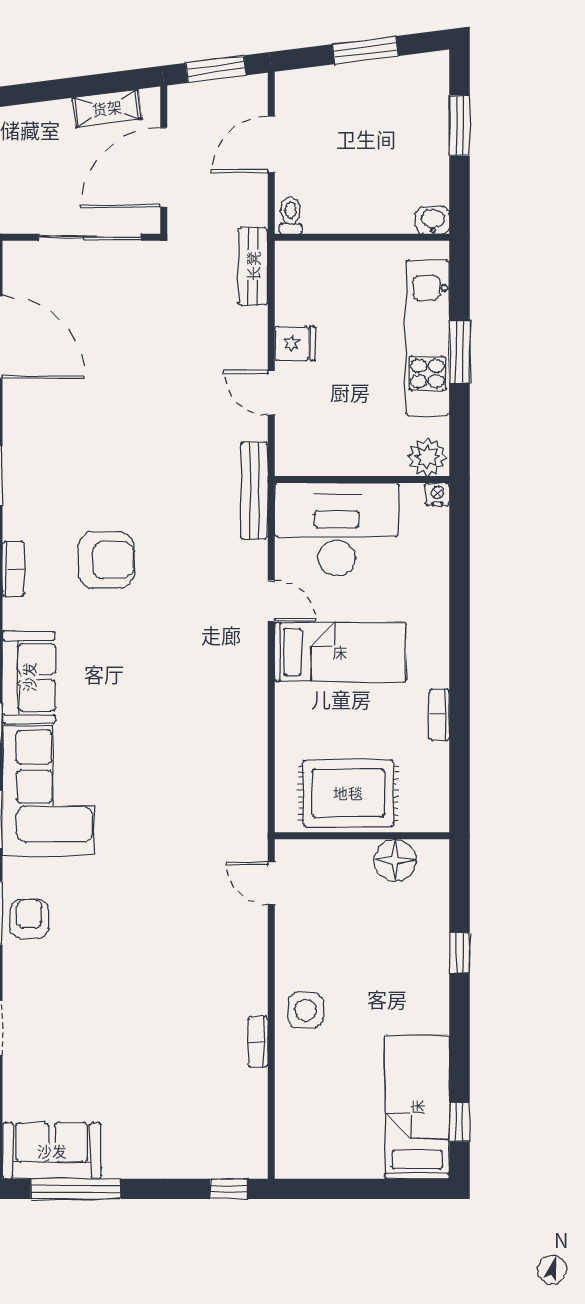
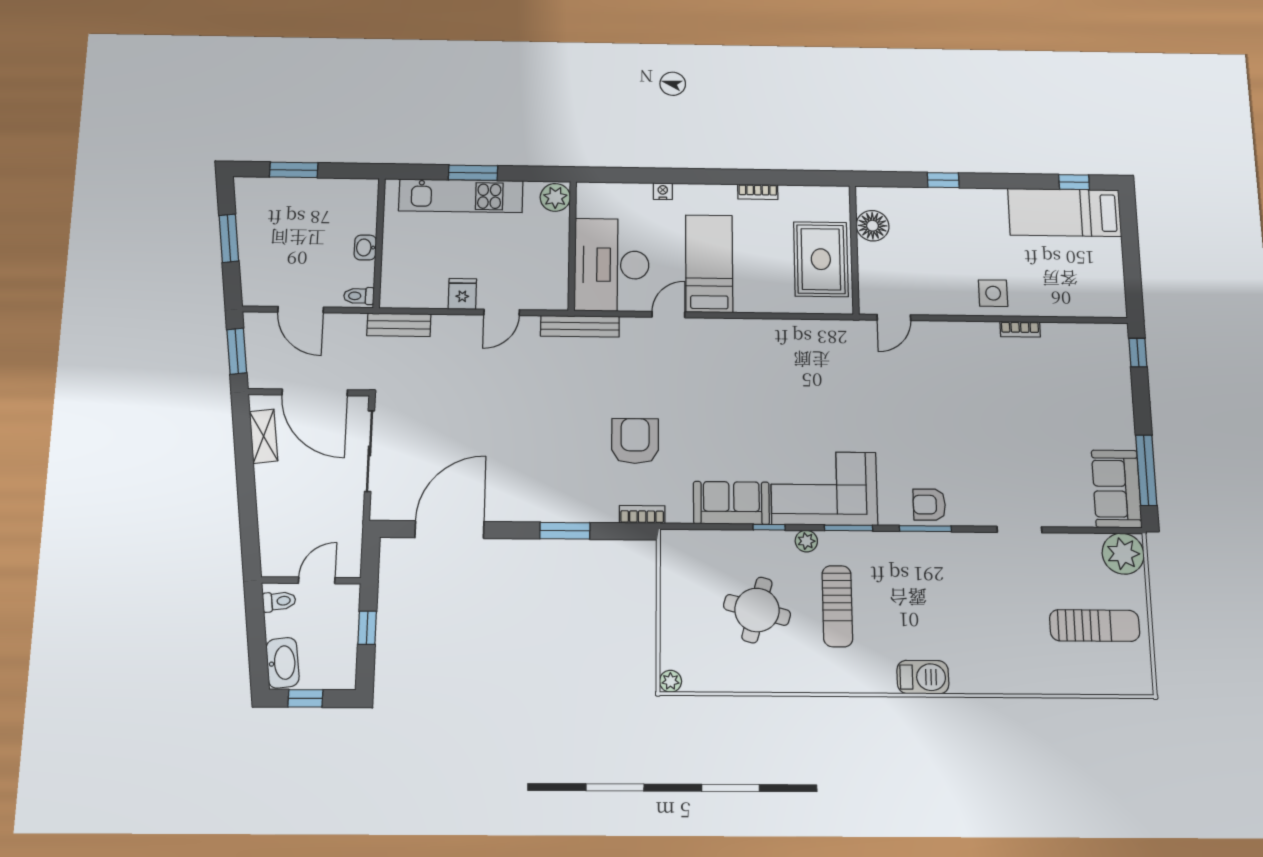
washbasin: (433, 220) -> (365, 247), moved
nightstand: (437, 494) -> (663, 191), moved, turned 90

